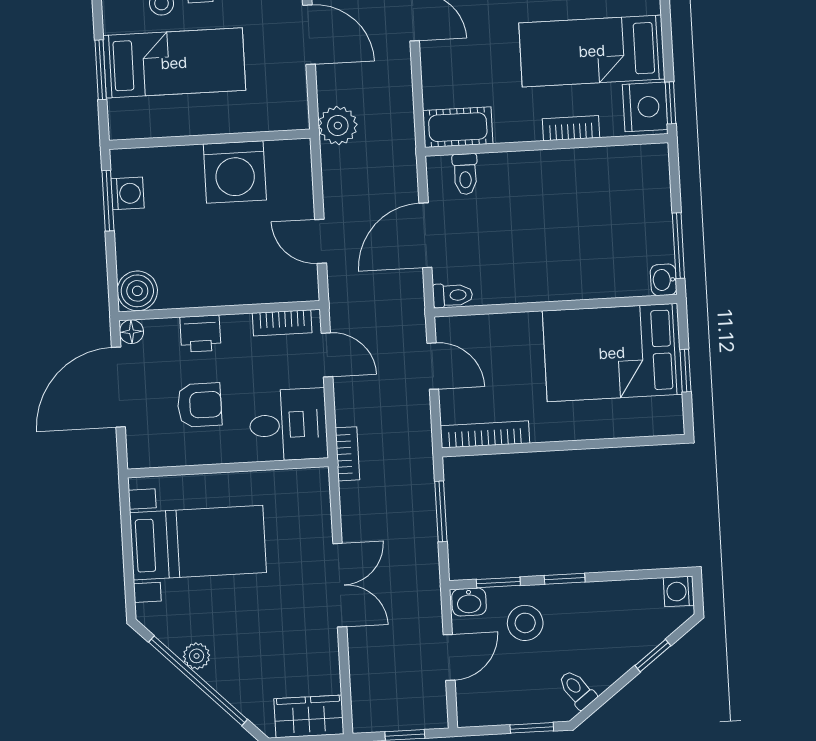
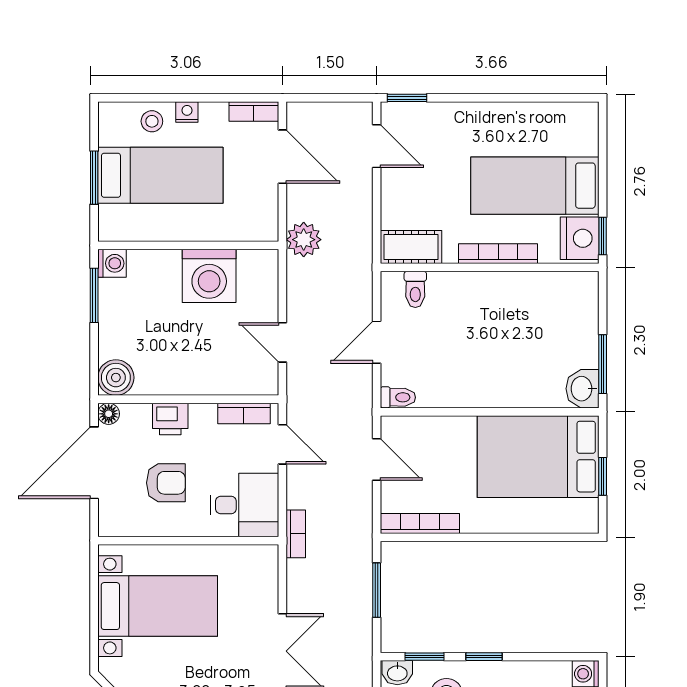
bookcase: (571, 128) -> (498, 254), width x1.56
washing machine: (127, 193) -> (112, 263), moved
door: (425, 235) -> (377, 342), width x0.73
washbasin: (664, 280) -> (582, 389), width x1.38, depth x1.45

